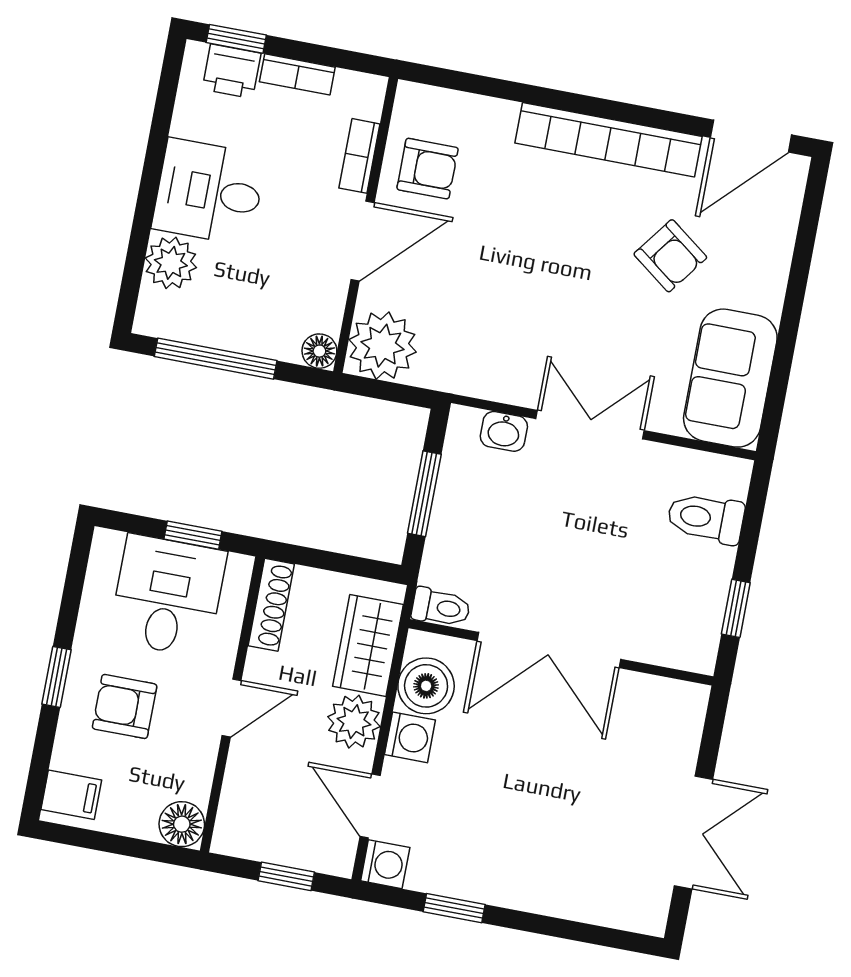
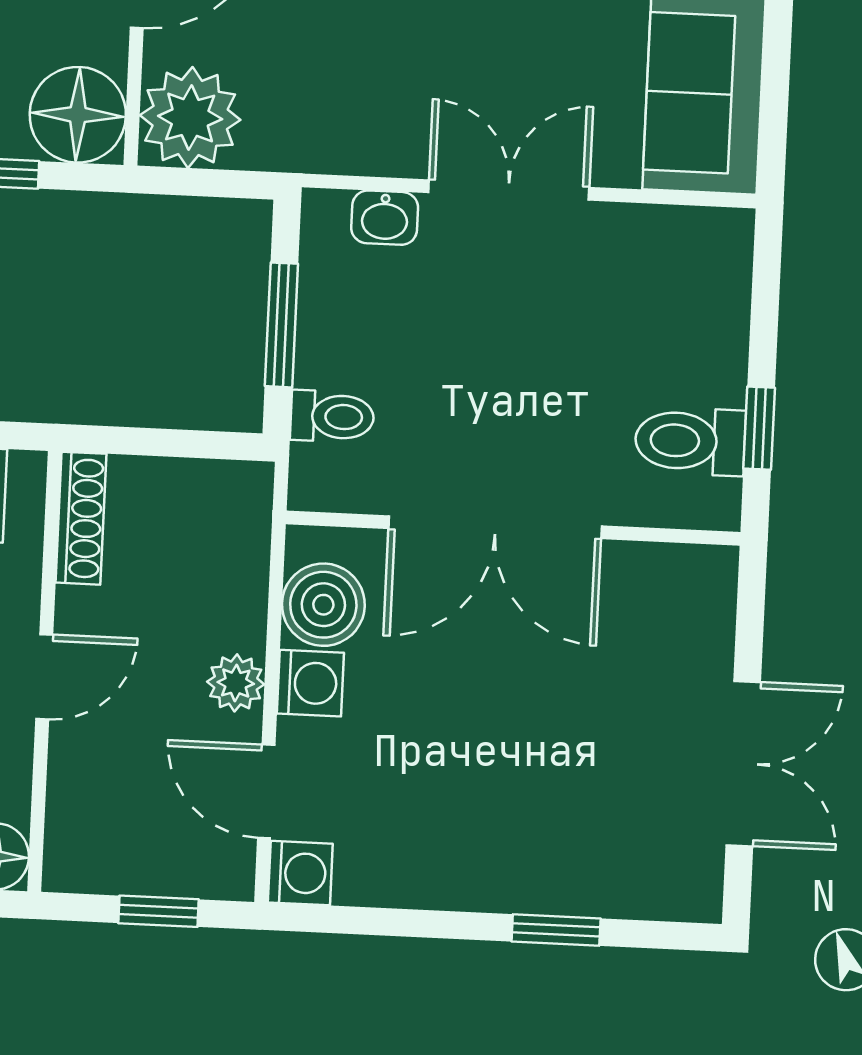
floor lamp: (319, 351) -> (78, 115), width x1.89, depth x1.89
toilet: (706, 518) -> (690, 441), moved
toilet: (441, 607) -> (332, 417), moved
wardrobe: (368, 645) -> (230, 558), removed
plant: (354, 722) -> (236, 683), width x0.73, depth x0.73
window: (454, 908) -> (556, 930), moved

